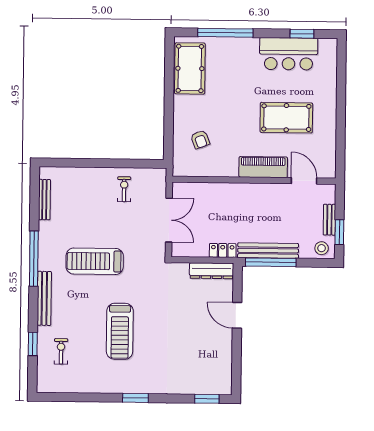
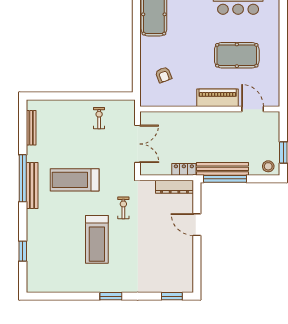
bench: (329, 220) -> (275, 142), removed
bench: (44, 298) -> (32, 185), moved
exercise bike: (61, 351) -> (123, 208), moved

